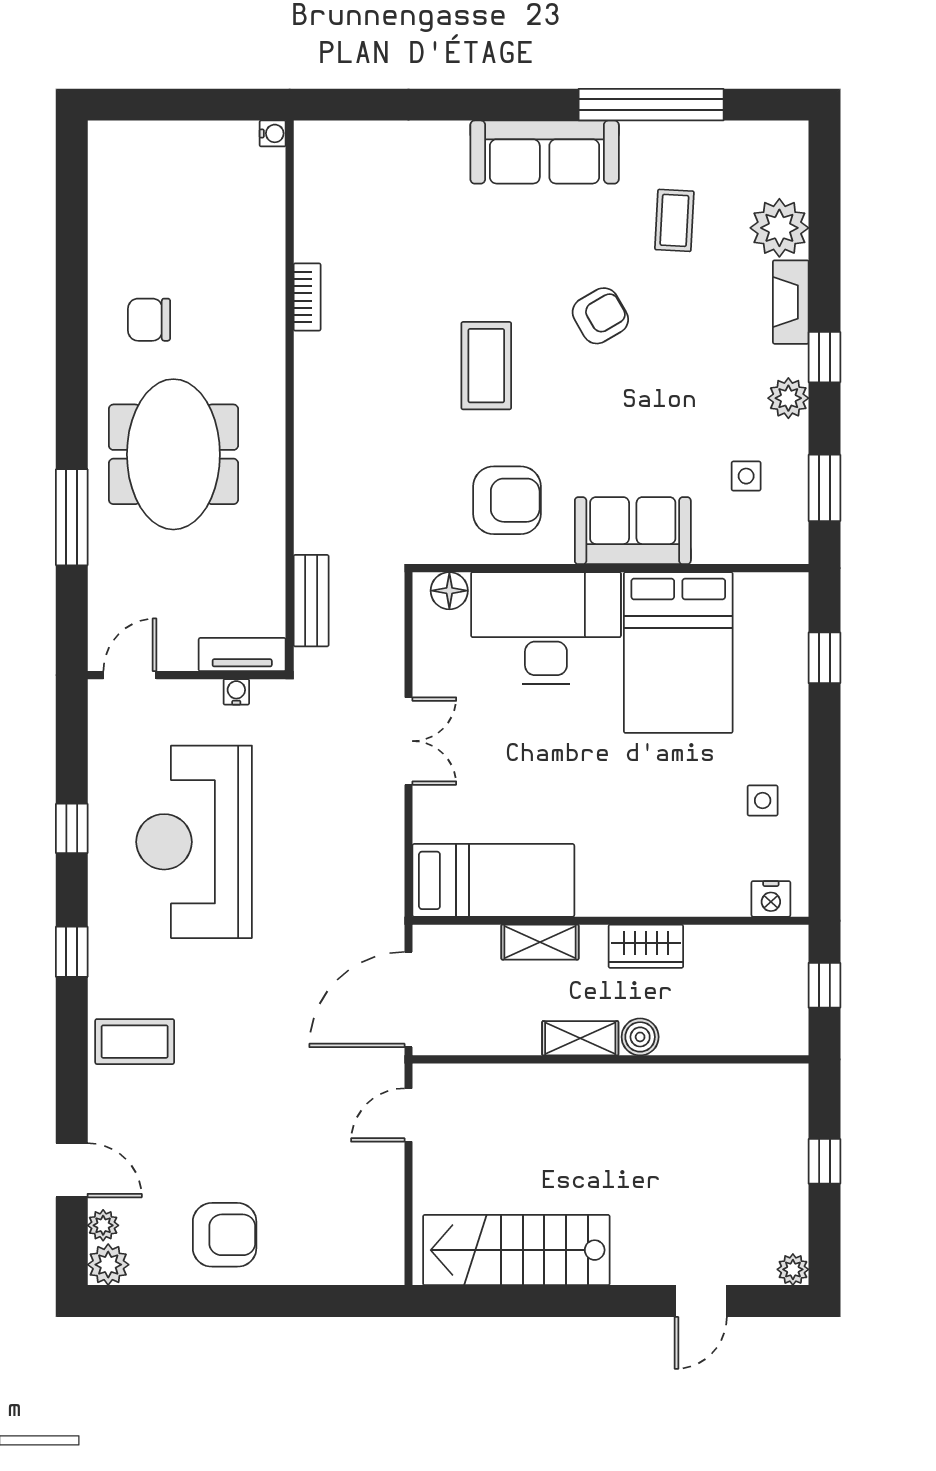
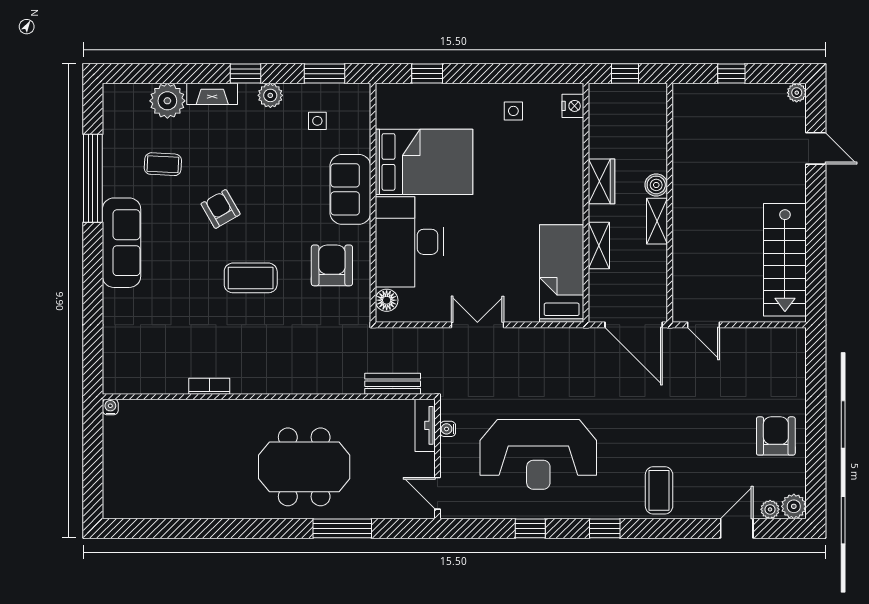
chair: (149, 320) -> (223, 482), removed

